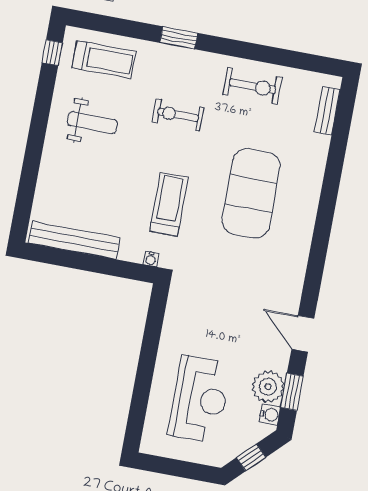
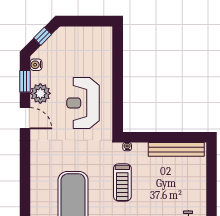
plant: (268, 387) -> (40, 93), moved
reception desk: (200, 399) -> (83, 103), moved

